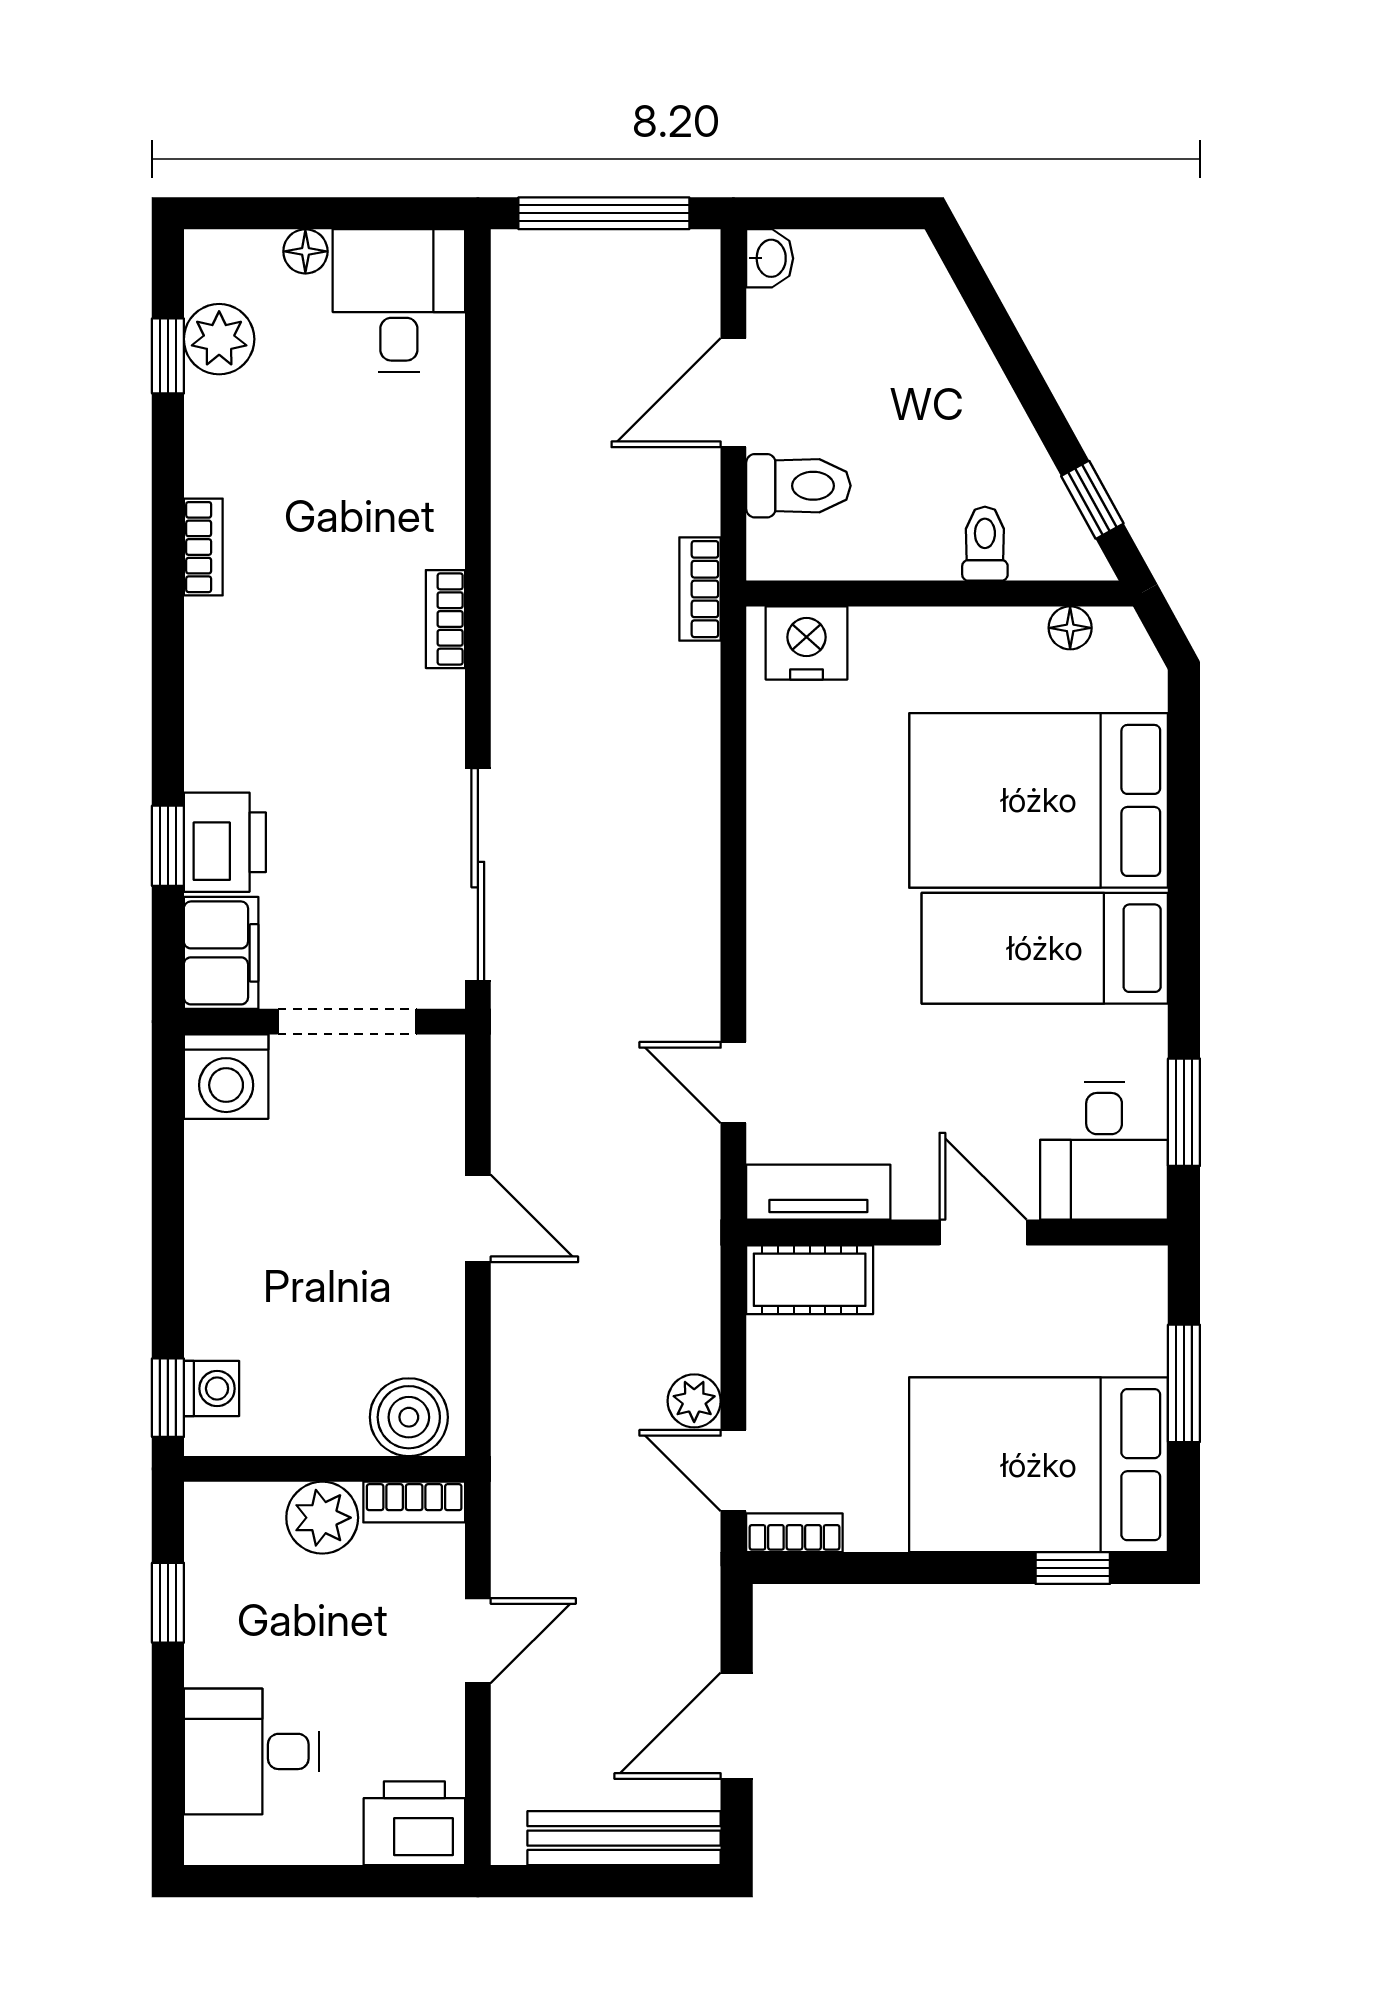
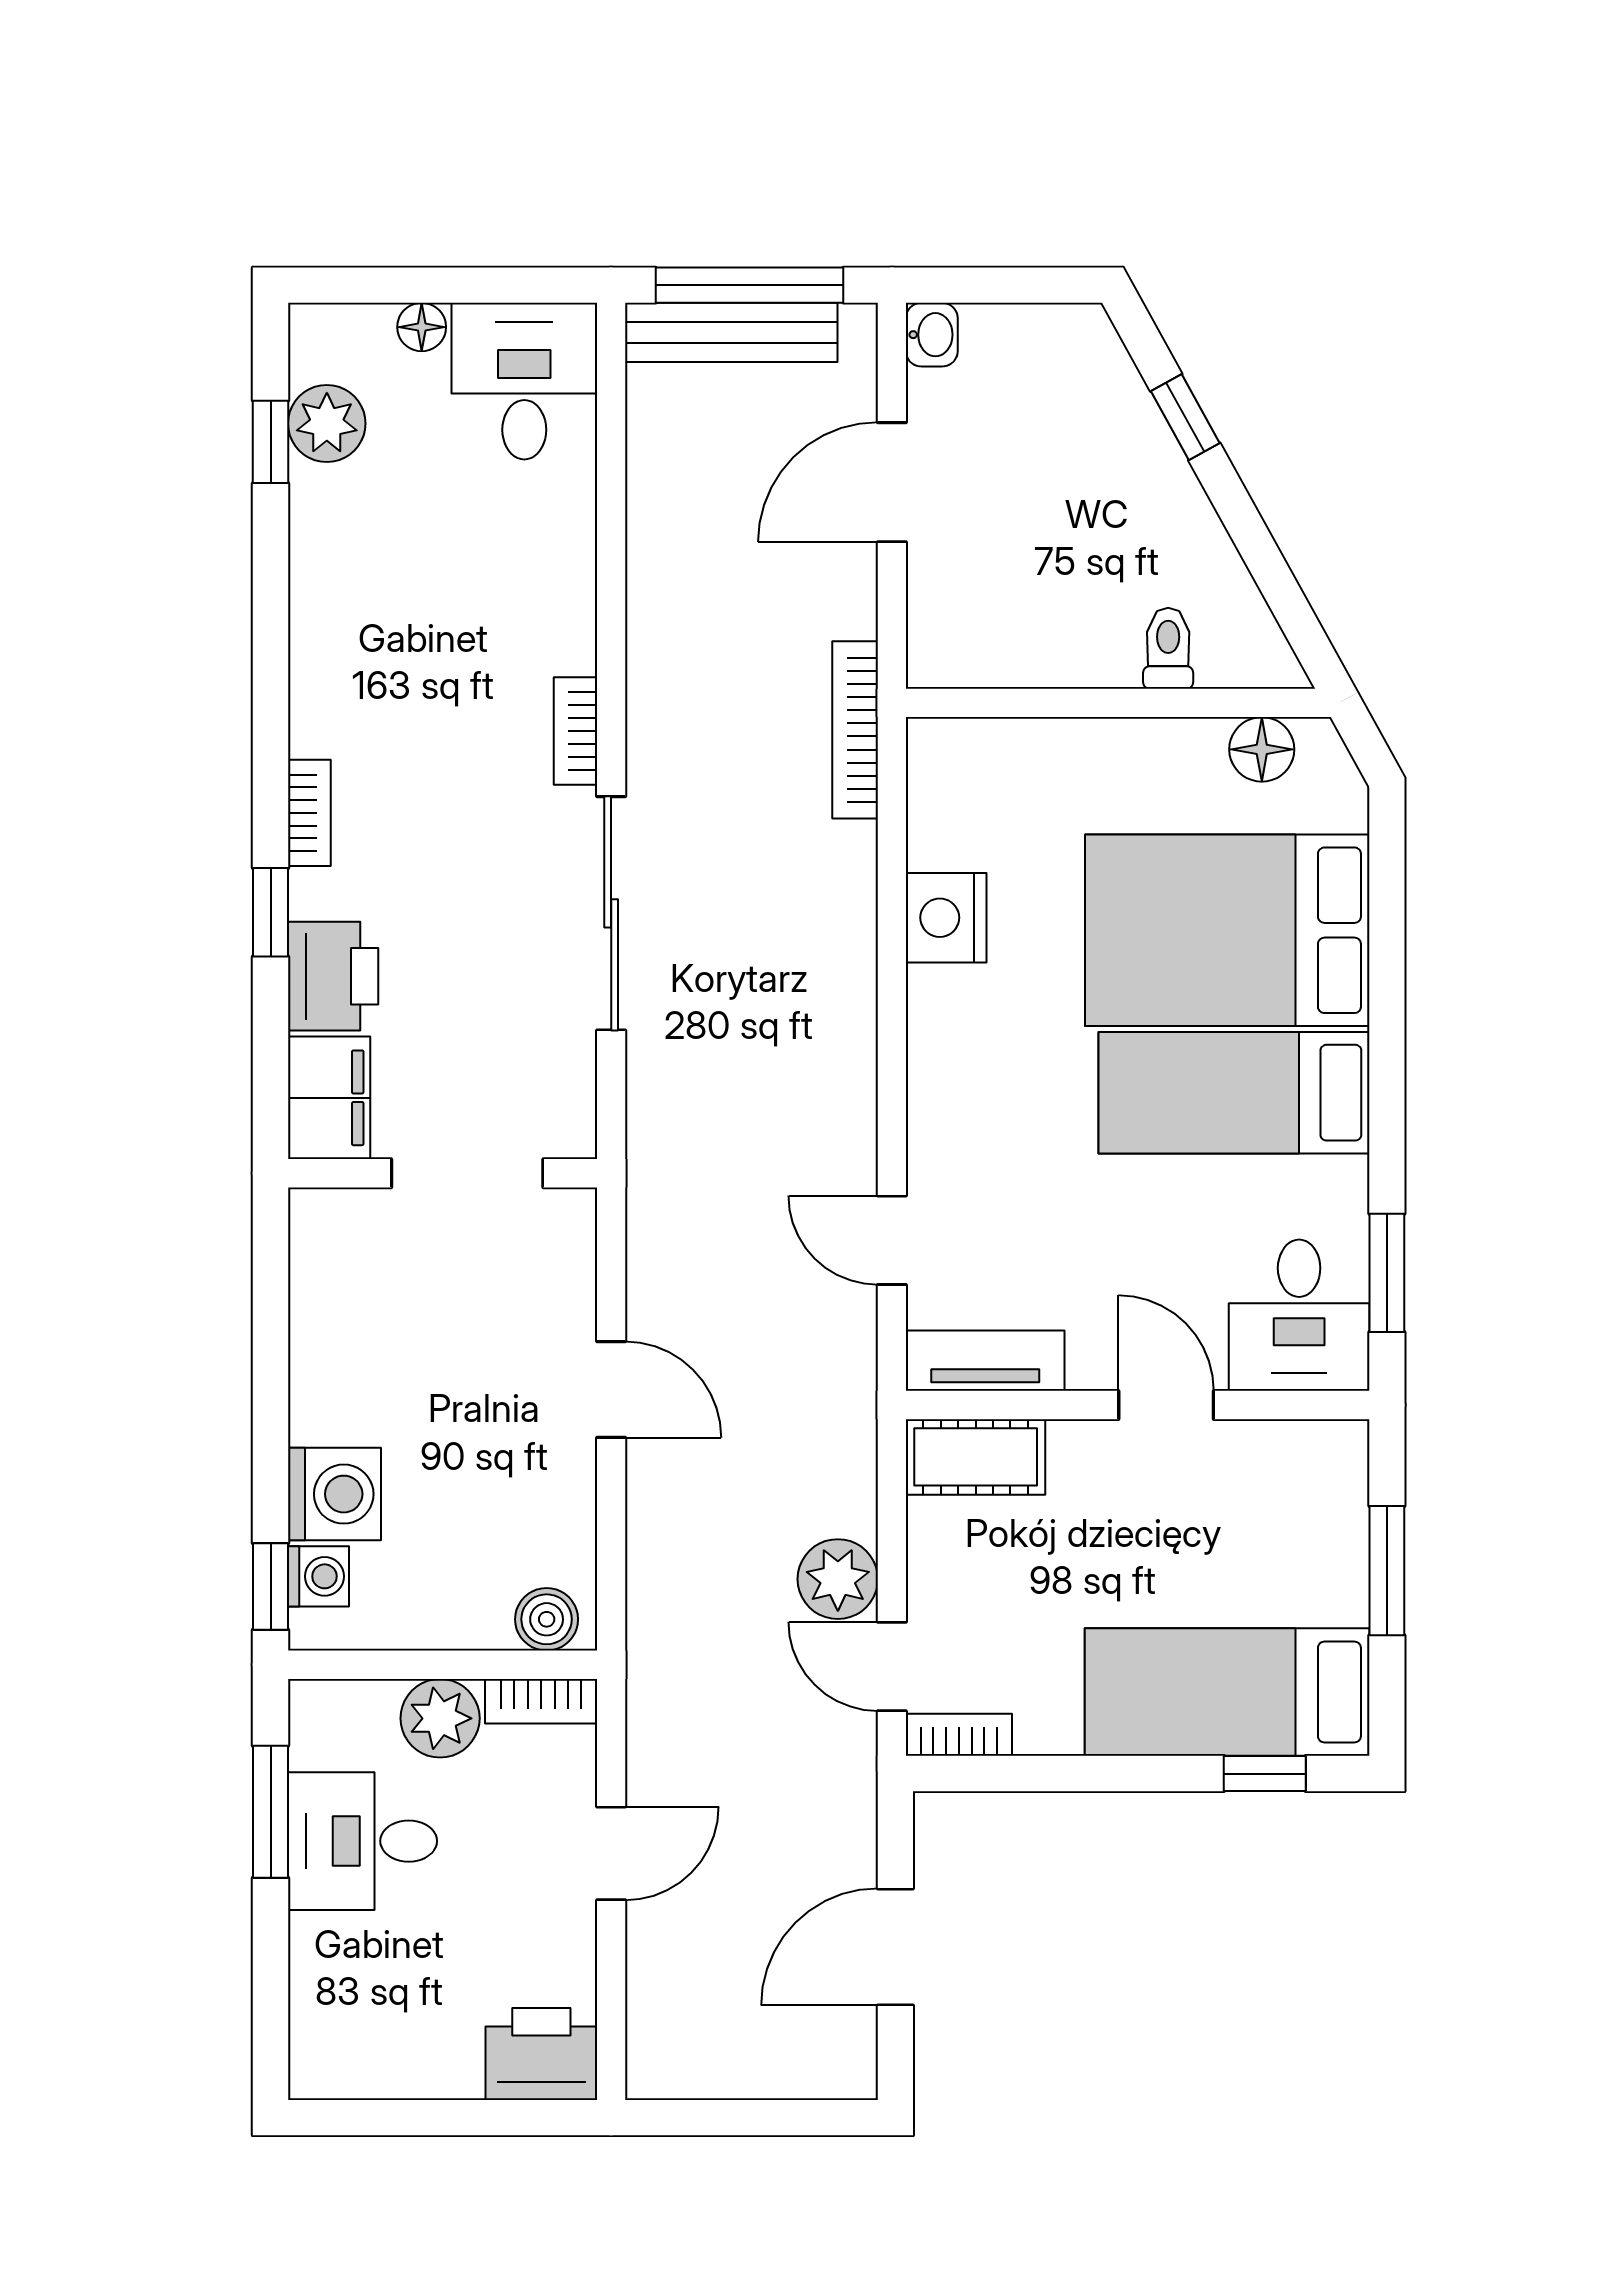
toilet: (798, 486) -> (963, 585), removed
window: (1092, 500) -> (1185, 417), moved
bookcase: (203, 547) -> (309, 813), moved
bookcase: (700, 589) -> (855, 730), width x1.56
floor lamp: (1070, 628) -> (1262, 749), width x1.37, depth x1.37
nightstand: (807, 643) -> (946, 918), moved, turned -90
window: (168, 846) -> (271, 912), moved
sliding door: (478, 875) -> (611, 913), moved
washing machine: (226, 1077) -> (334, 1494), moved, turned -90
plant: (694, 1401) -> (838, 1579), width x1.38, depth x1.38
boiler: (409, 1417) -> (547, 1619), width x0.73, depth x0.73
bed: (1039, 1465) -> (1227, 1692), width x0.67
window: (168, 1603) -> (271, 1812), width x1.50
desk: (252, 1751) -> (363, 1841), moved
bench: (624, 1838) -> (731, 332), moved

